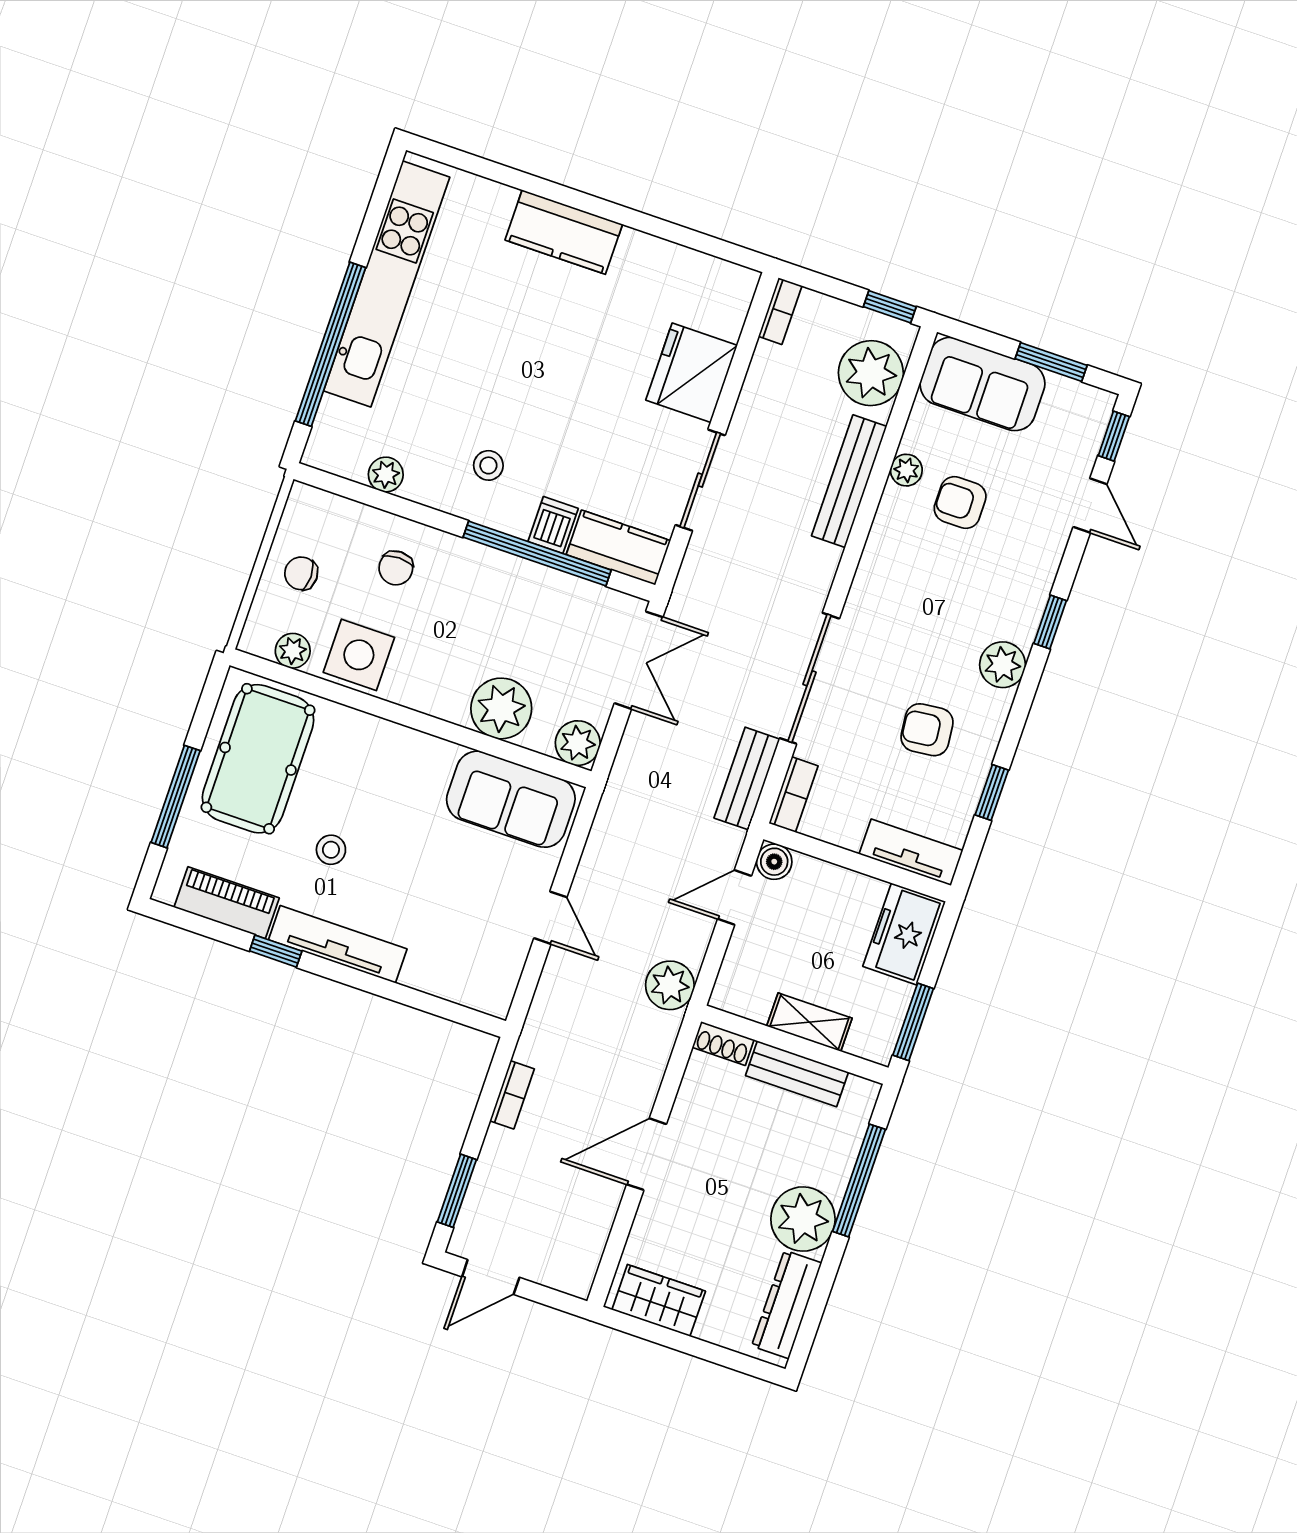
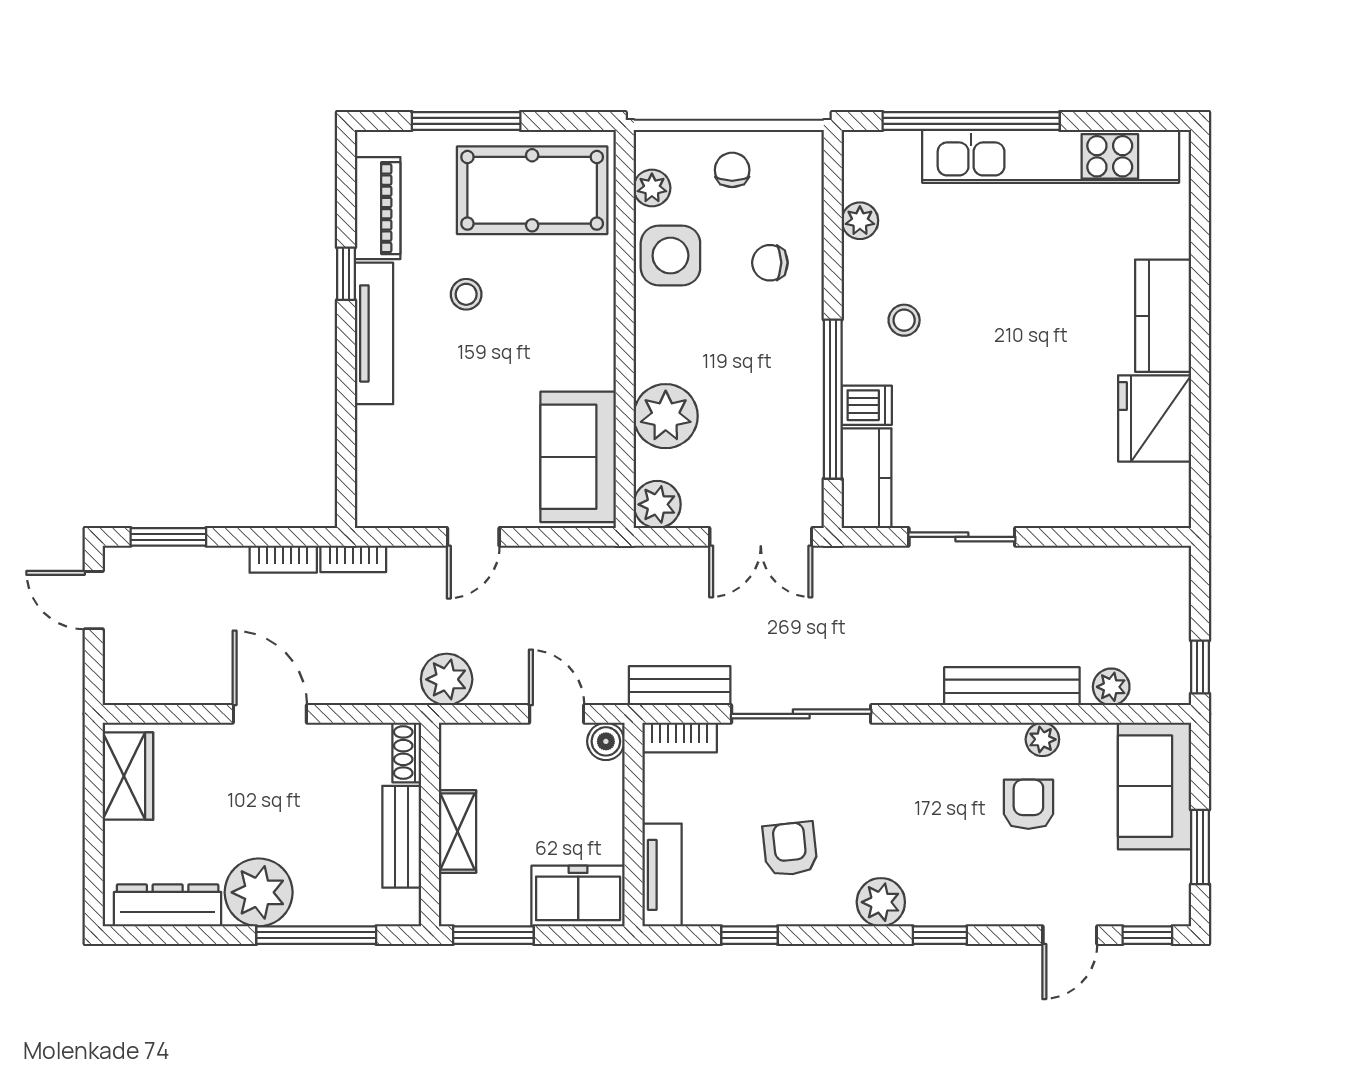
bookcase: (780, 311) -> (353, 559), moved
fridge: (692, 373) -> (1155, 418), moved, turned -90
plant: (871, 373) -> (1111, 687), width x0.53, depth x0.53

